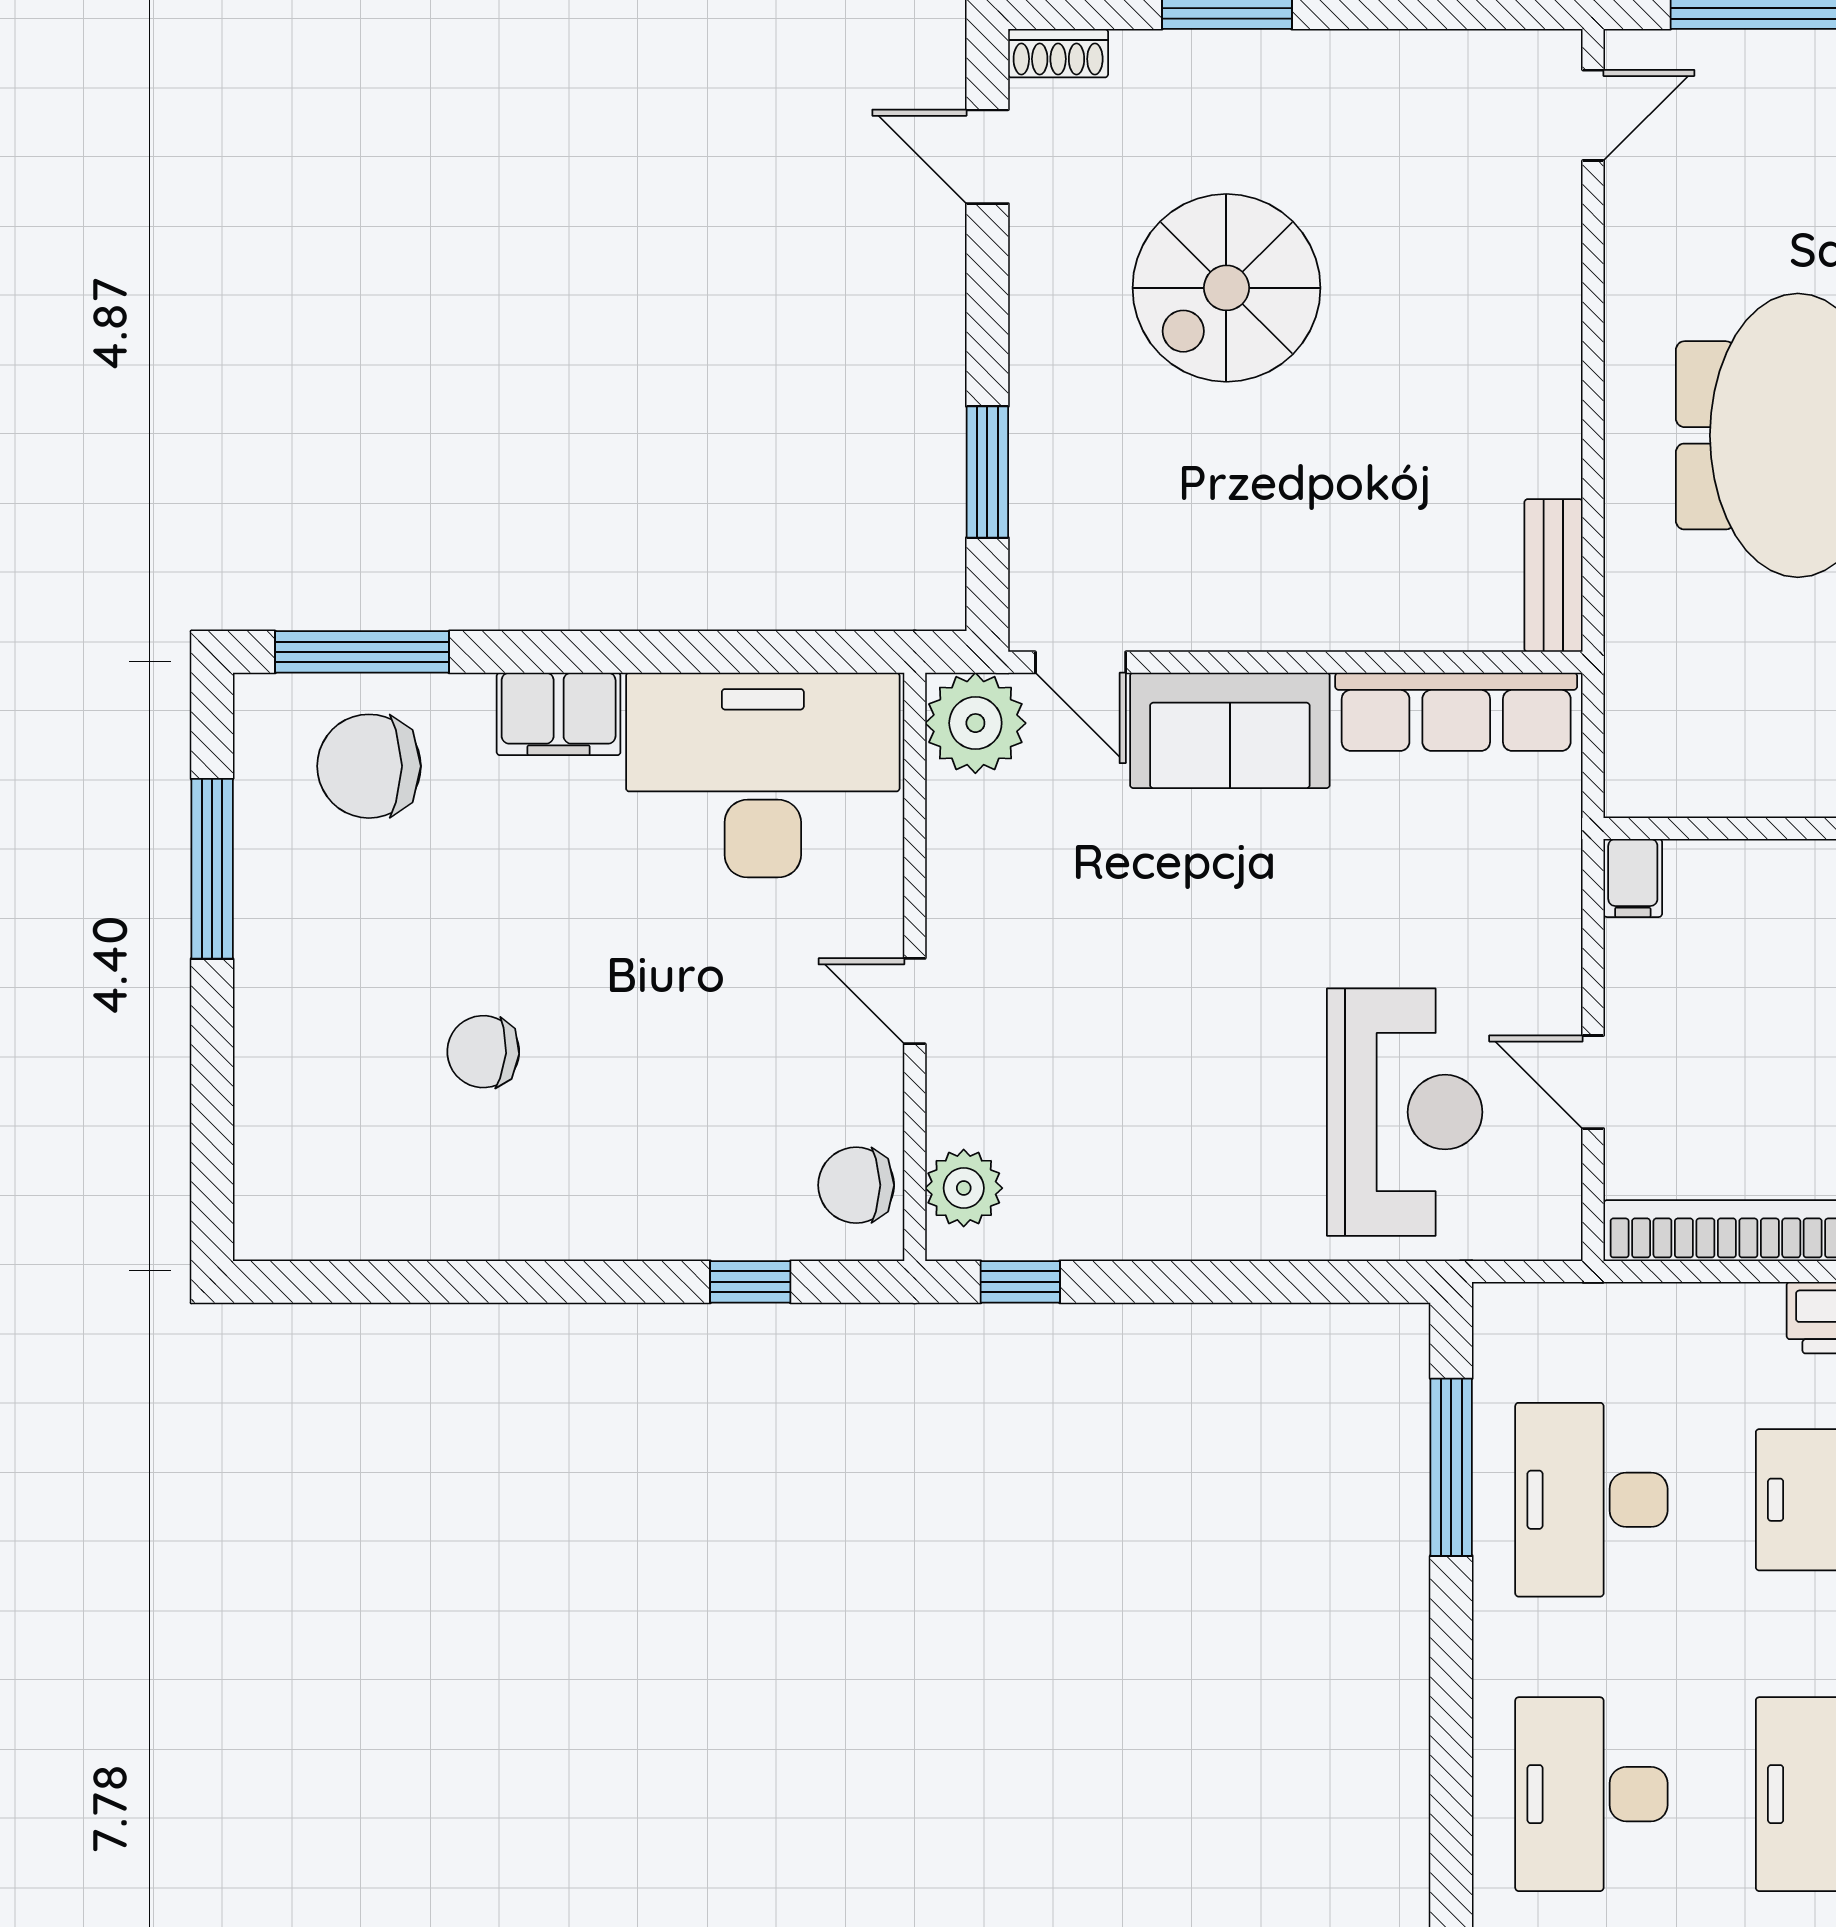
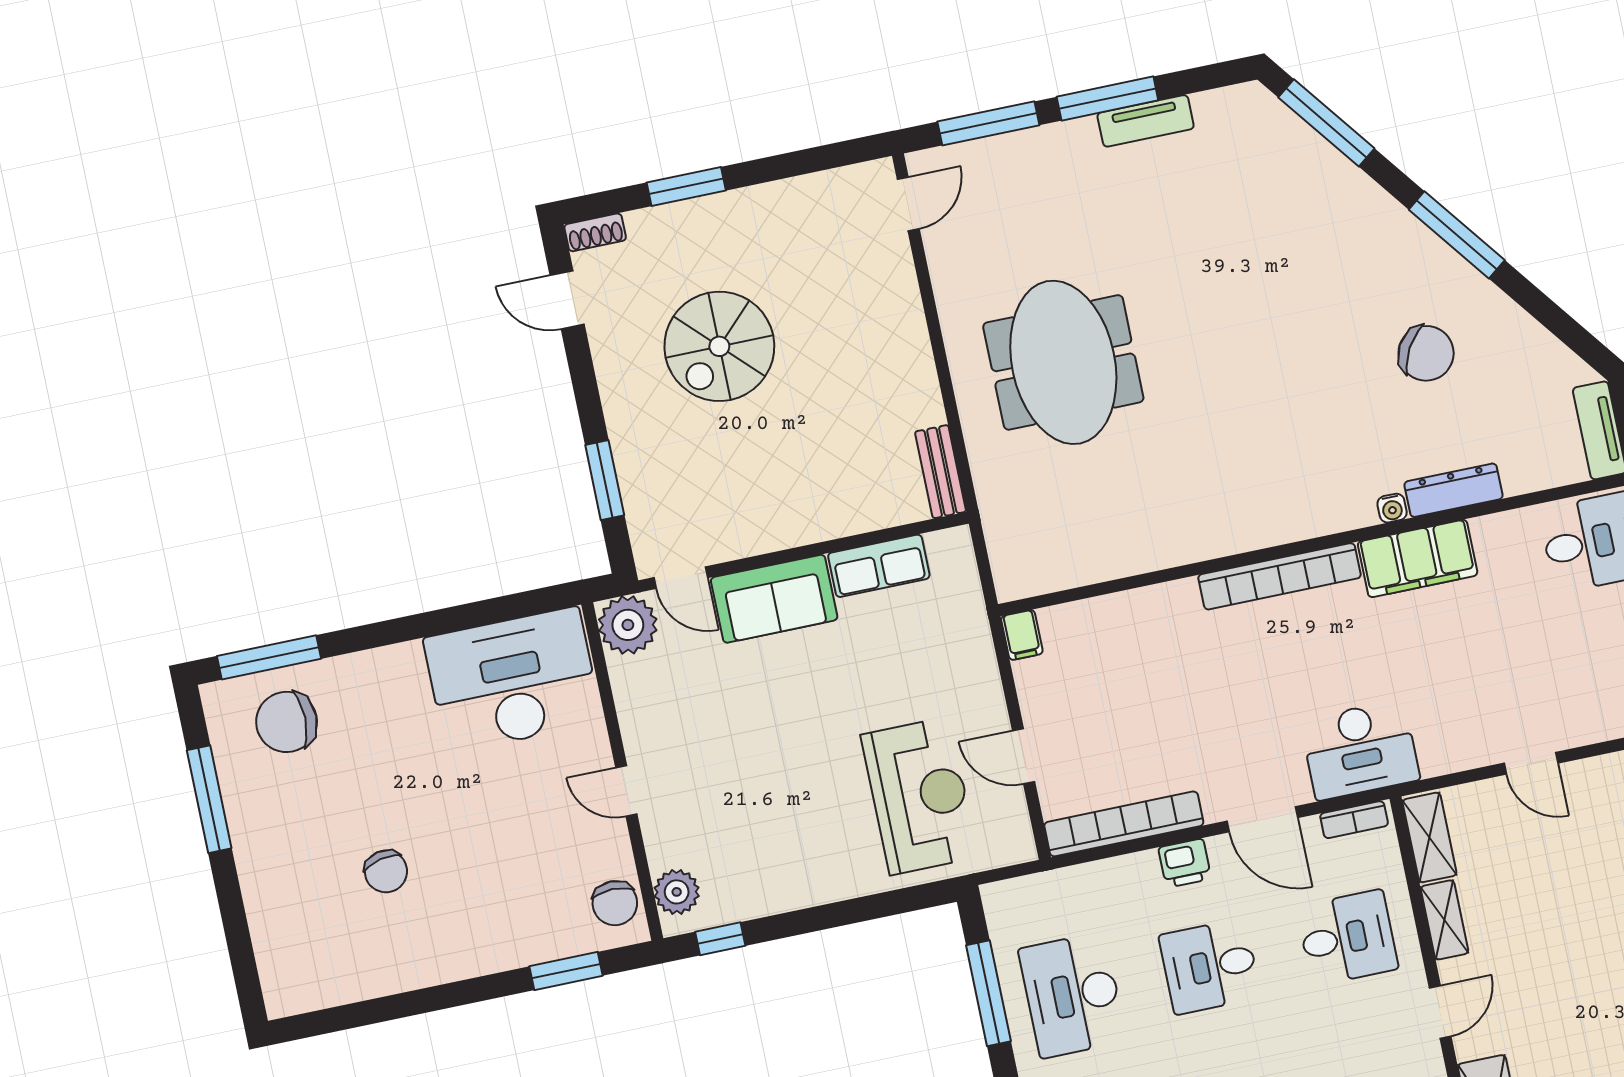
row of seats: (1456, 712) -> (879, 566), width x0.68
filing cabinet: (559, 714) -> (389, 669), removed
chair: (483, 1052) -> (386, 871), turned -106
chair: (856, 1185) -> (615, 903), turned -90
window: (750, 1282) -> (566, 971), width x1.50

